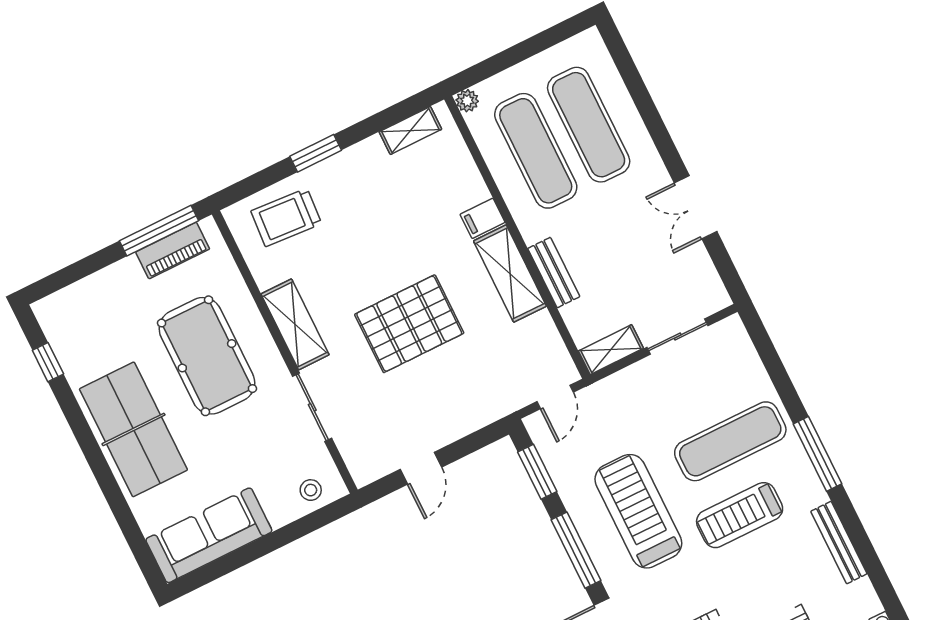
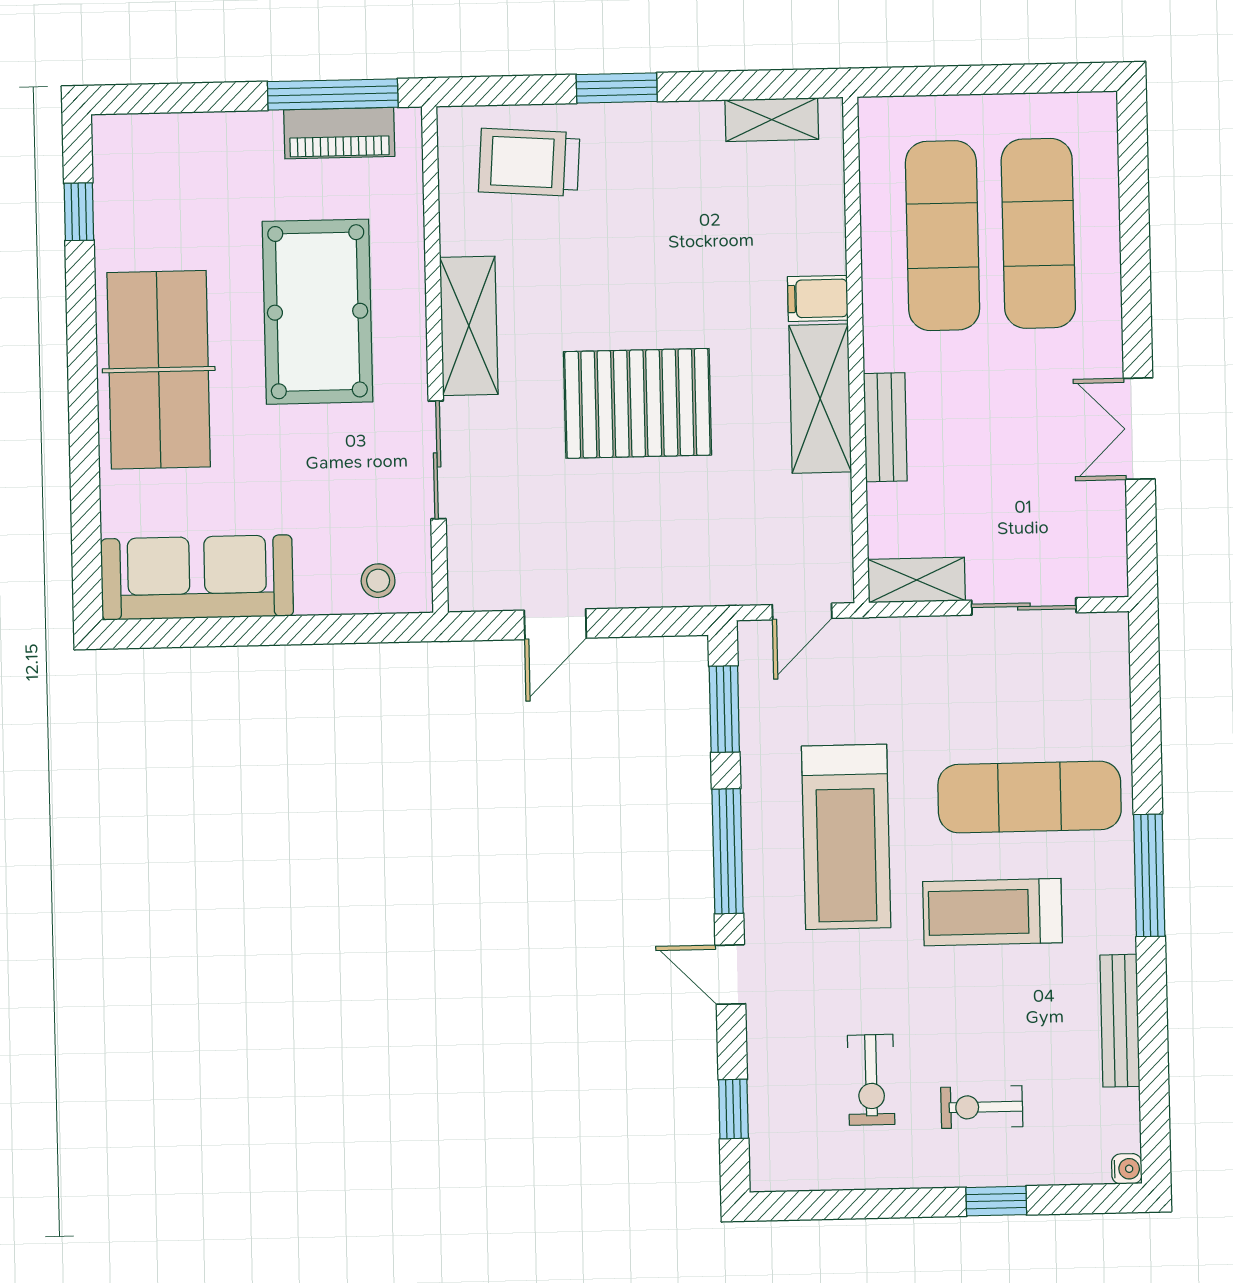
plant: (467, 101) -> (876, 115), removed
treadmill: (638, 511) -> (846, 837), turned 180

